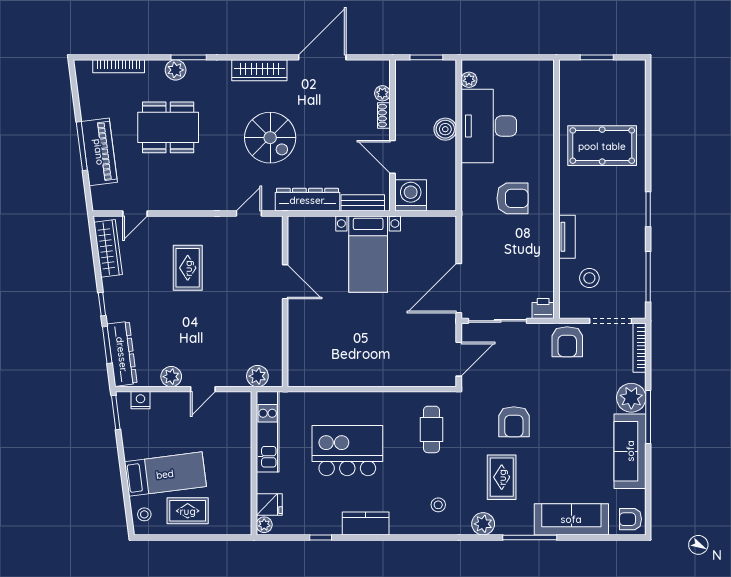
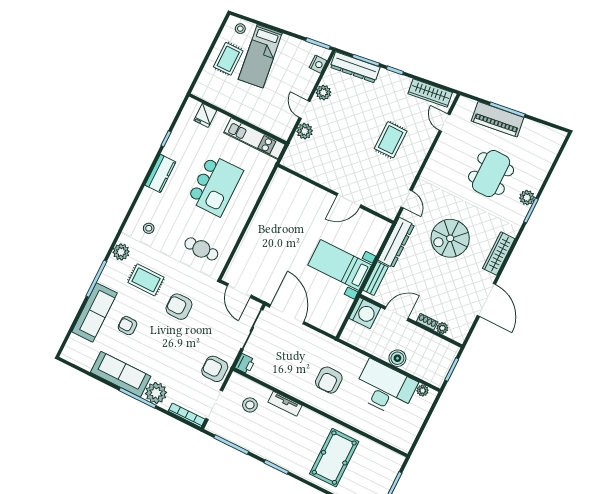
bookcase: (119, 66) -> (548, 161), removed
rug: (188, 268) -> (391, 140), turned 90
plant: (257, 376) -> (305, 131), moved
armchair: (631, 519) -> (127, 326), moved, turned -90
plant: (264, 525) -> (193, 105), removed

